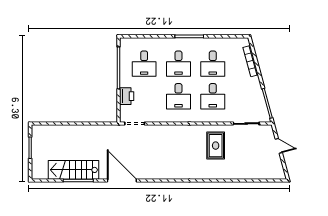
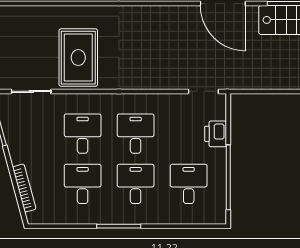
rug: (216, 146) -> (78, 58), width x1.36, depth x1.43

